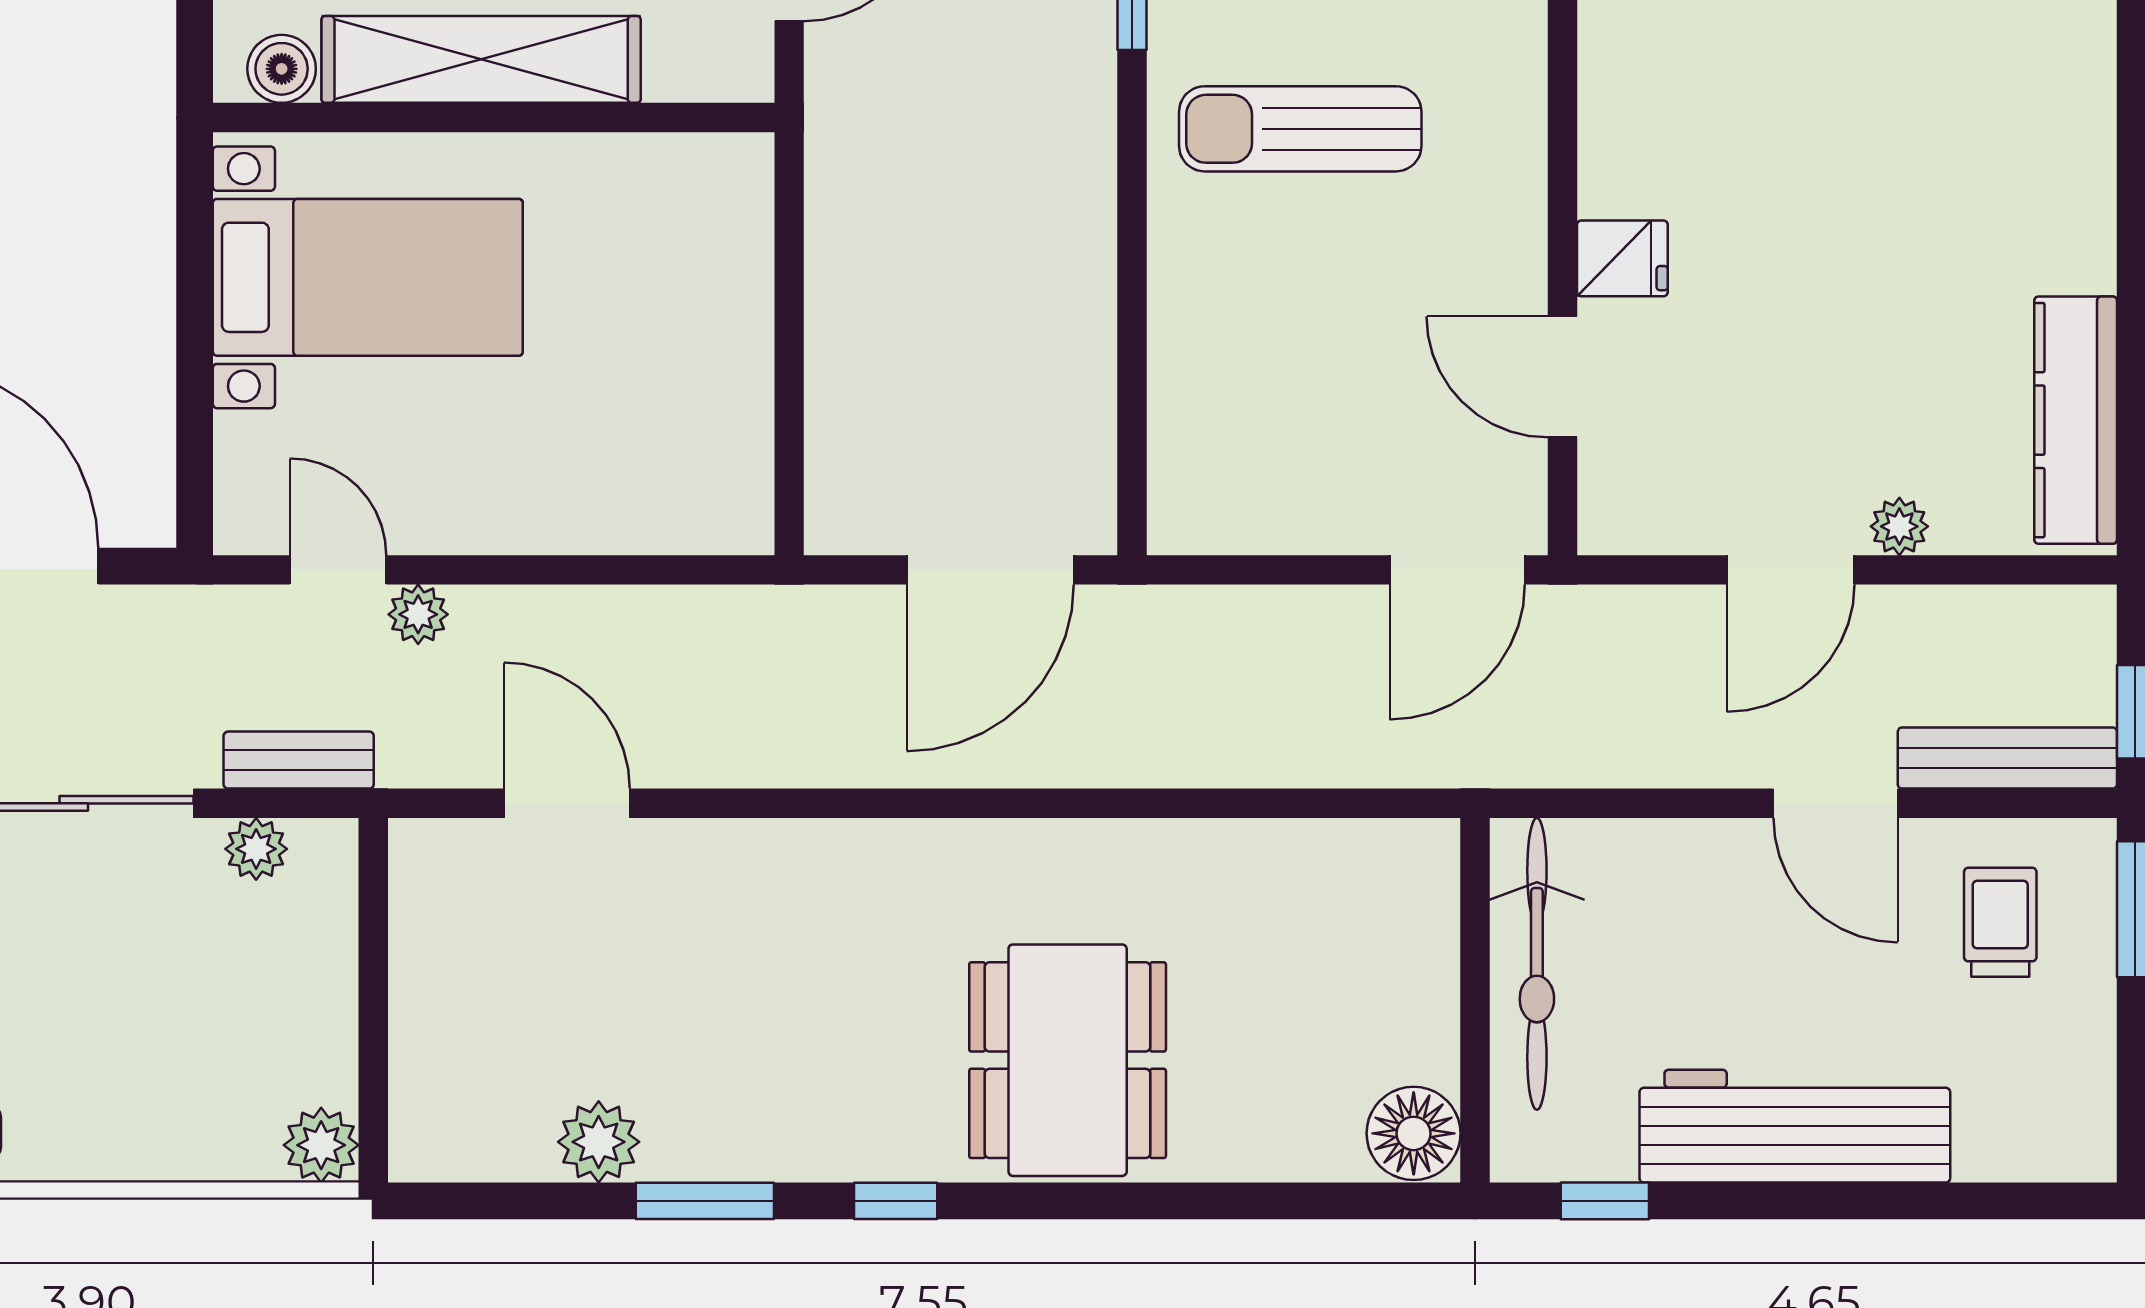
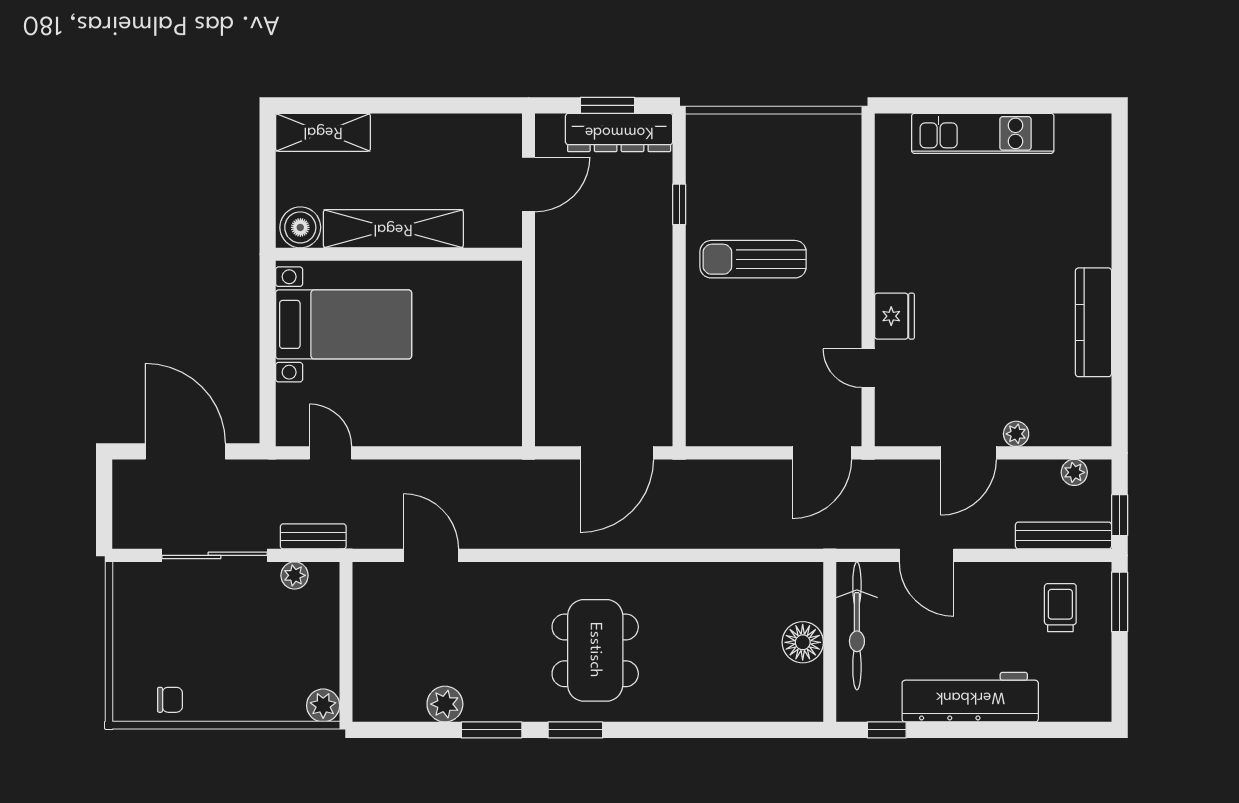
boiler: (282, 69) -> (300, 227), width x1.36, depth x1.36
fridge: (1622, 258) -> (894, 316), width x1.38
door: (1562, 377) -> (868, 368), width x0.73
kitchen counter: (2076, 420) -> (1093, 322), moved
plant: (418, 614) -> (1074, 472), moved
door: (1835, 803) -> (927, 555), moved
dining table: (1068, 1060) -> (595, 650), moved
floor lamp: (1414, 1133) -> (803, 642), moved
window: (896, 1201) -> (575, 730), width x1.50

